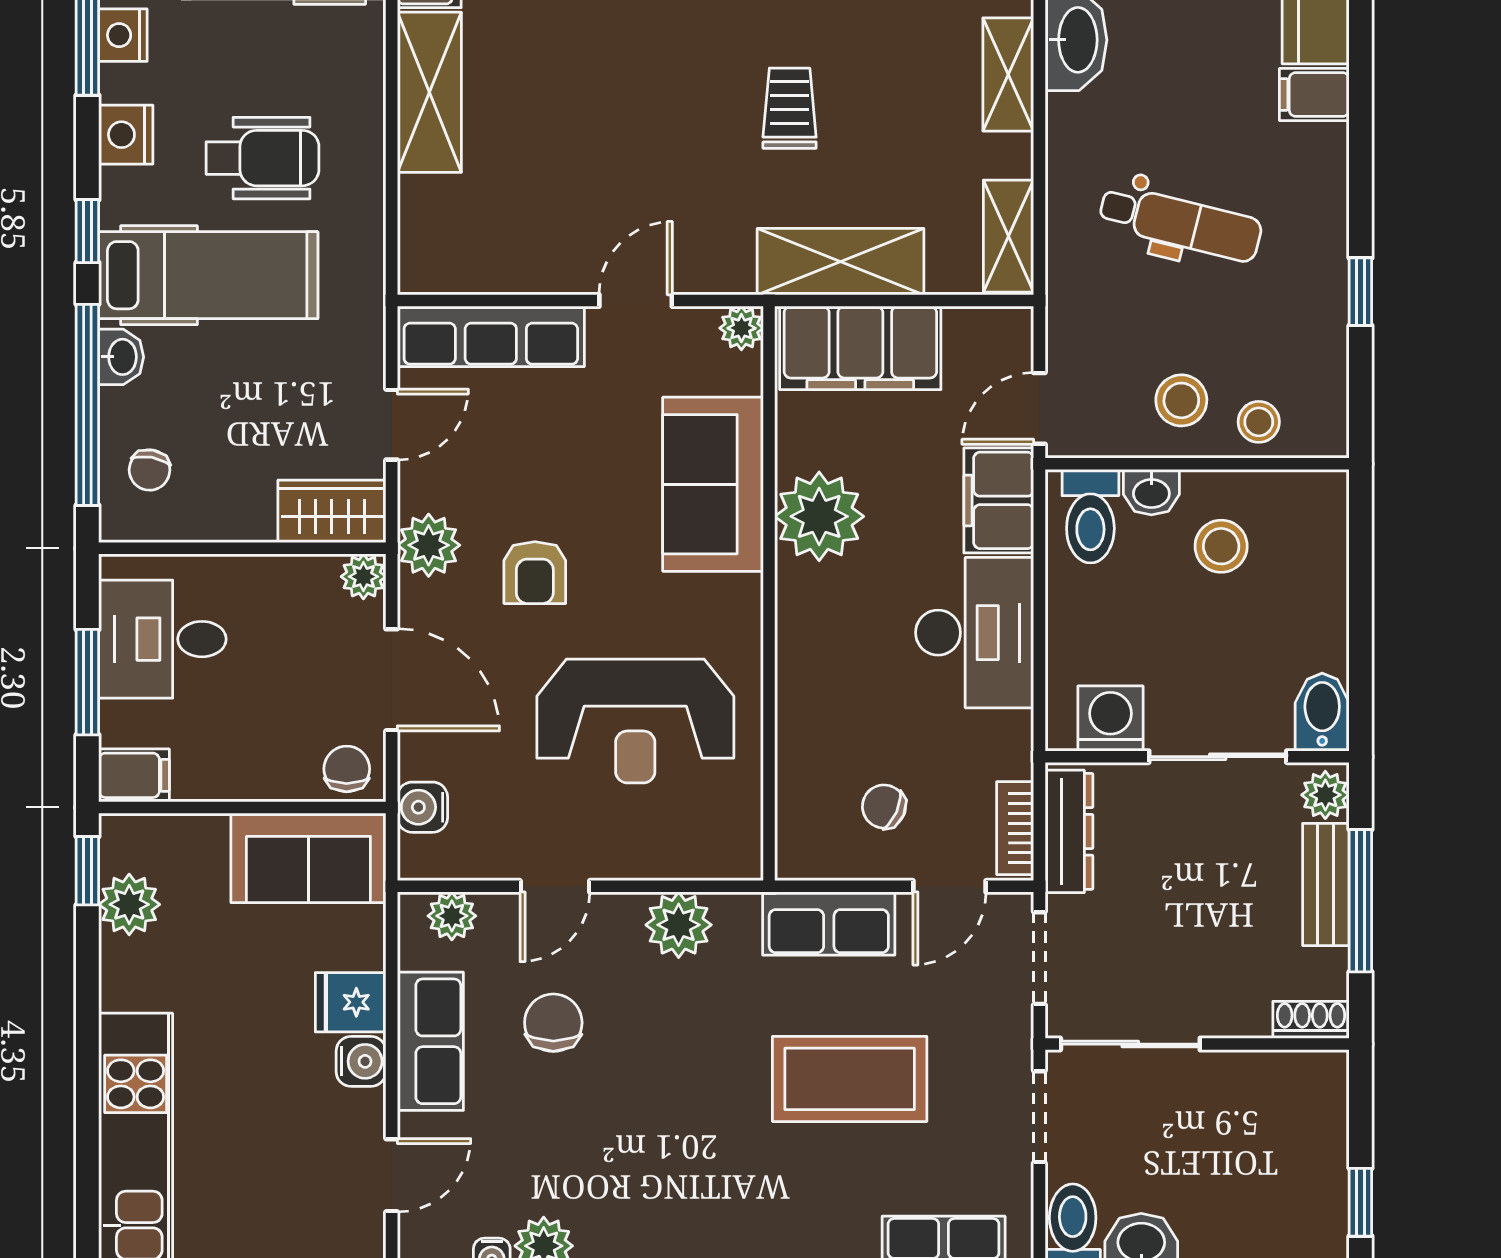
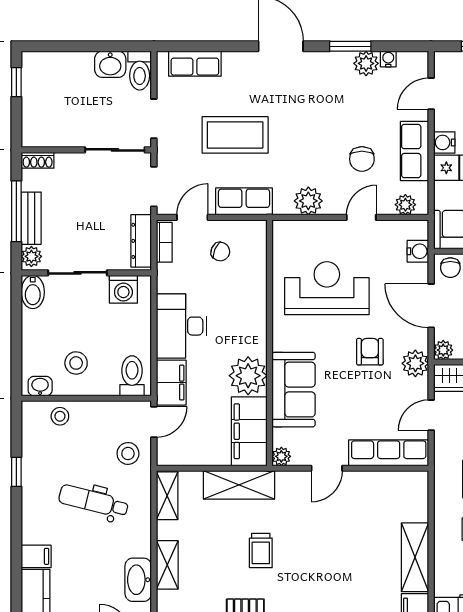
filing cabinet: (860, 348) -> (249, 431), moved, turned -90
stool: (1181, 400) -> (128, 453), moved
washbasin: (1151, 492) -> (40, 386), moved

